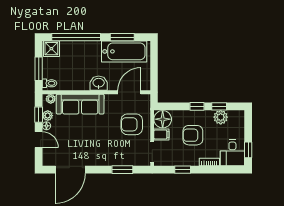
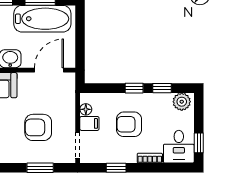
plant: (221, 117) -> (182, 102), moved
floor lamp: (163, 119) -> (86, 109), width x0.53, depth x0.53
armchair: (132, 124) -> (38, 127), moved

